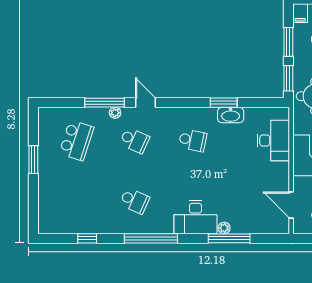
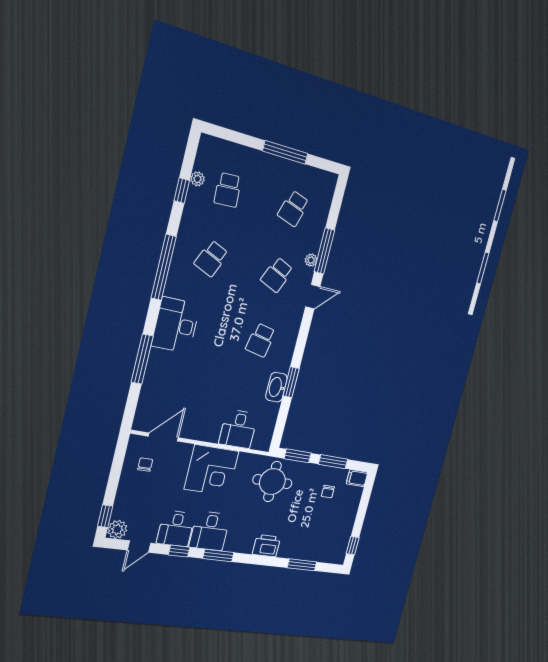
school desk: (76, 140) -> (293, 208), width x0.54
desk: (273, 140) -> (238, 429), width x0.73
window: (33, 160) -> (285, 152), width x1.44
school desk: (76, 201) -> (228, 190), added
plant: (224, 228) -> (197, 179), moved

